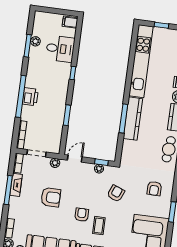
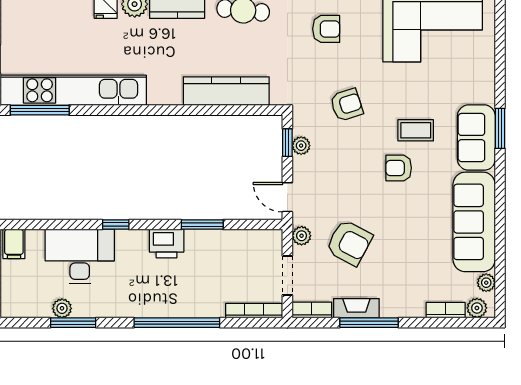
desk: (60, 49) -> (80, 256), width x1.37
printer: (30, 97) -> (167, 244), moved, turned 180
window: (123, 119) -> (40, 110), moved
kitchen counter: (133, 119) -> (226, 91), moved
armchair: (116, 193) -> (347, 105), turned 140
armchair: (51, 197) -> (349, 243), moved, turned 118

